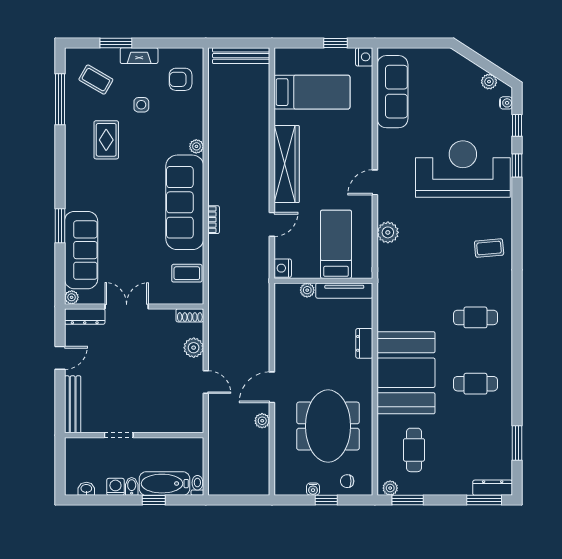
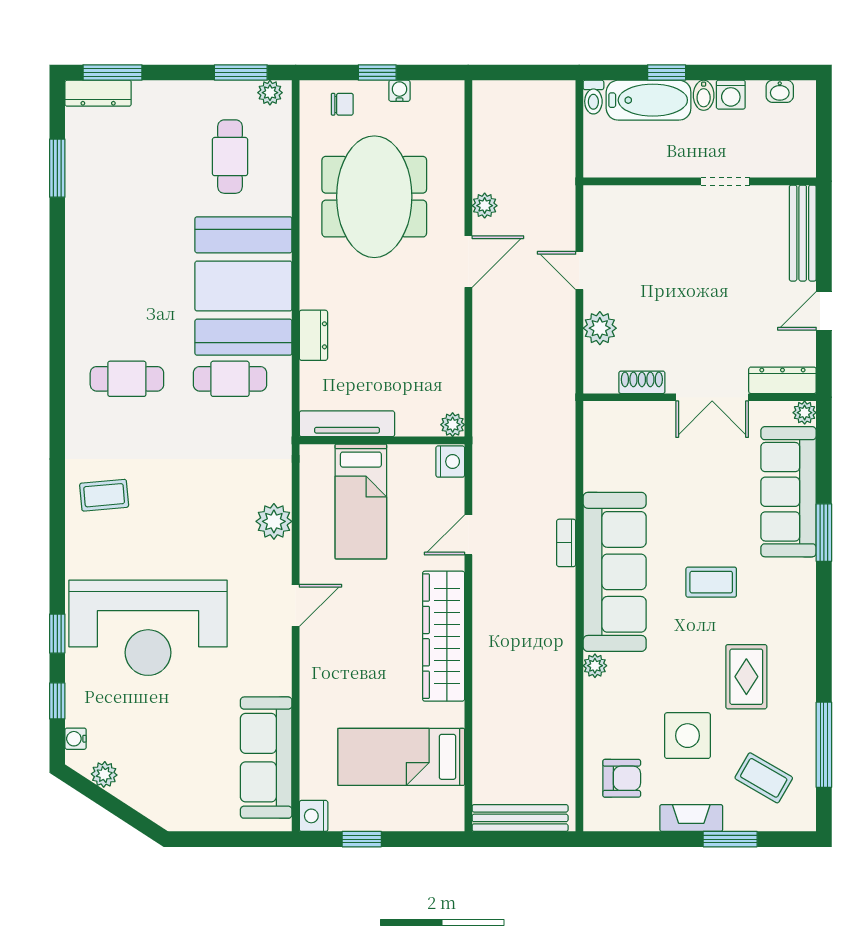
side table: (141, 105) -> (687, 736), width x1.87, depth x1.87
coffee table: (187, 273) -> (711, 582), moved
plant: (307, 290) -> (453, 425), moved
shoe rack: (190, 315) -> (642, 382), moved
cafe table: (475, 384) -> (230, 379), moved

